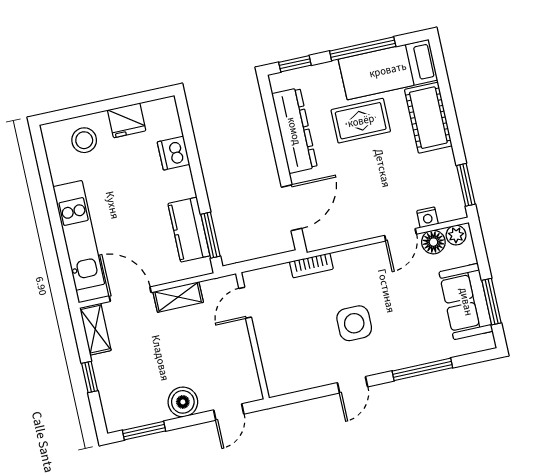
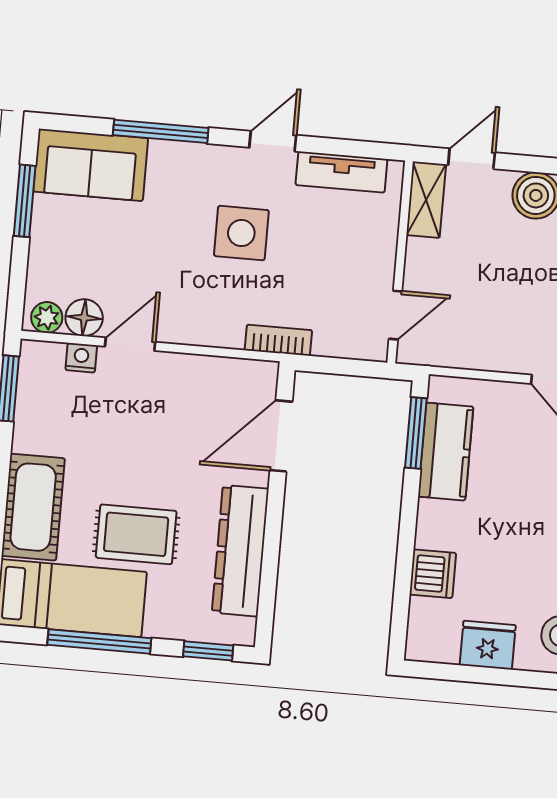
shelving: (178, 297) -> (426, 200), moved, turned 90
sofa: (466, 302) -> (91, 165), moved, turned 90
tv unit: (305, 379) -> (341, 172), added

